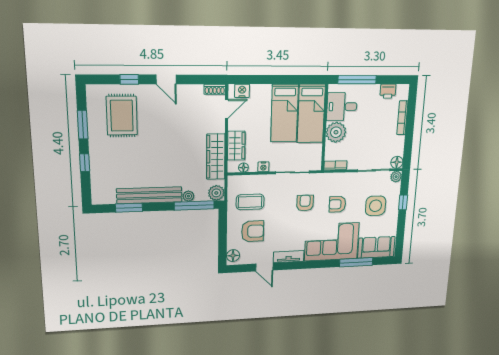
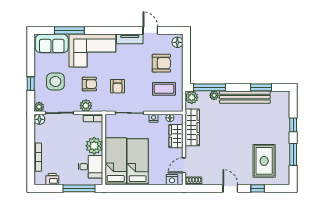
plant: (343, 179) -> (86, 106), added
armchair: (253, 231) -> (161, 63), turned 180

